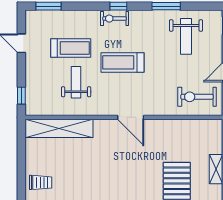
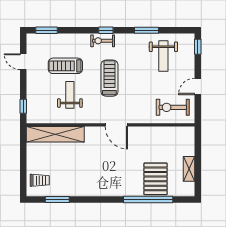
treadmill: (71, 48) -> (65, 66), turned 180
treadmill: (123, 62) -> (109, 78), turned 90

